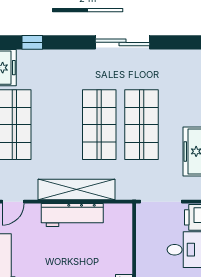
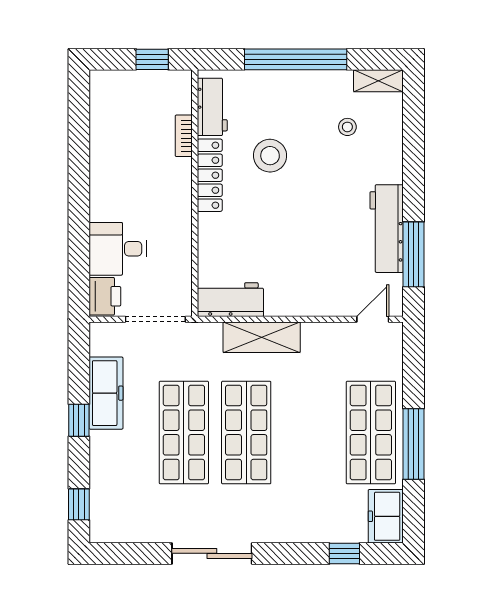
shelving: (76, 190) -> (262, 337), width x0.68
workbench: (72, 215) -> (230, 300), moved, width x0.73

